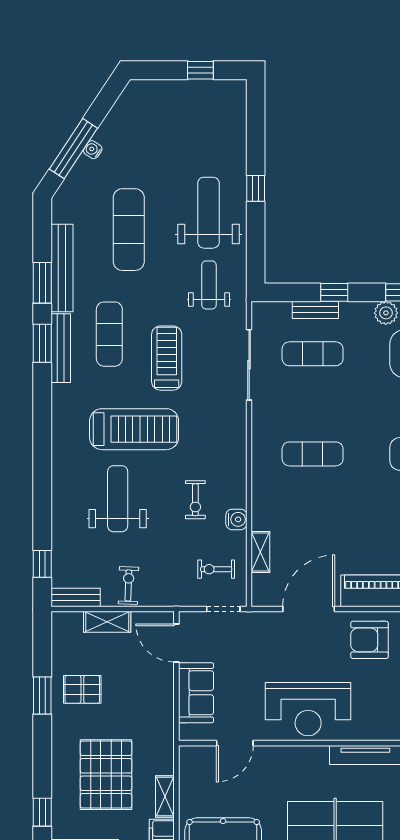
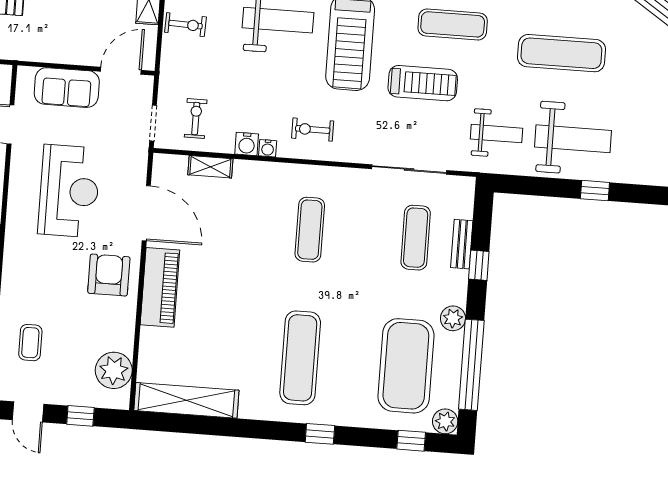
water cooler: (93, 150) -> (268, 148), moved, turned 147
exercise bike: (195, 500) -> (313, 130), moved
reception desk: (308, 709) -> (69, 191), moved, turned 180

